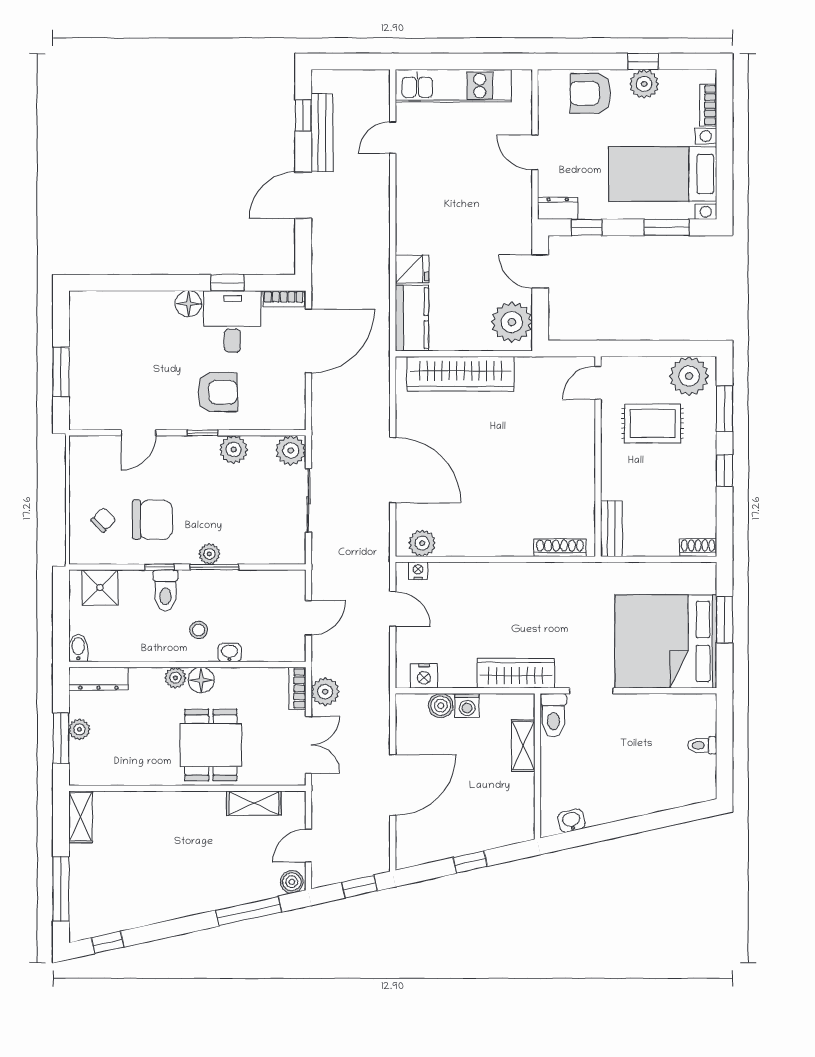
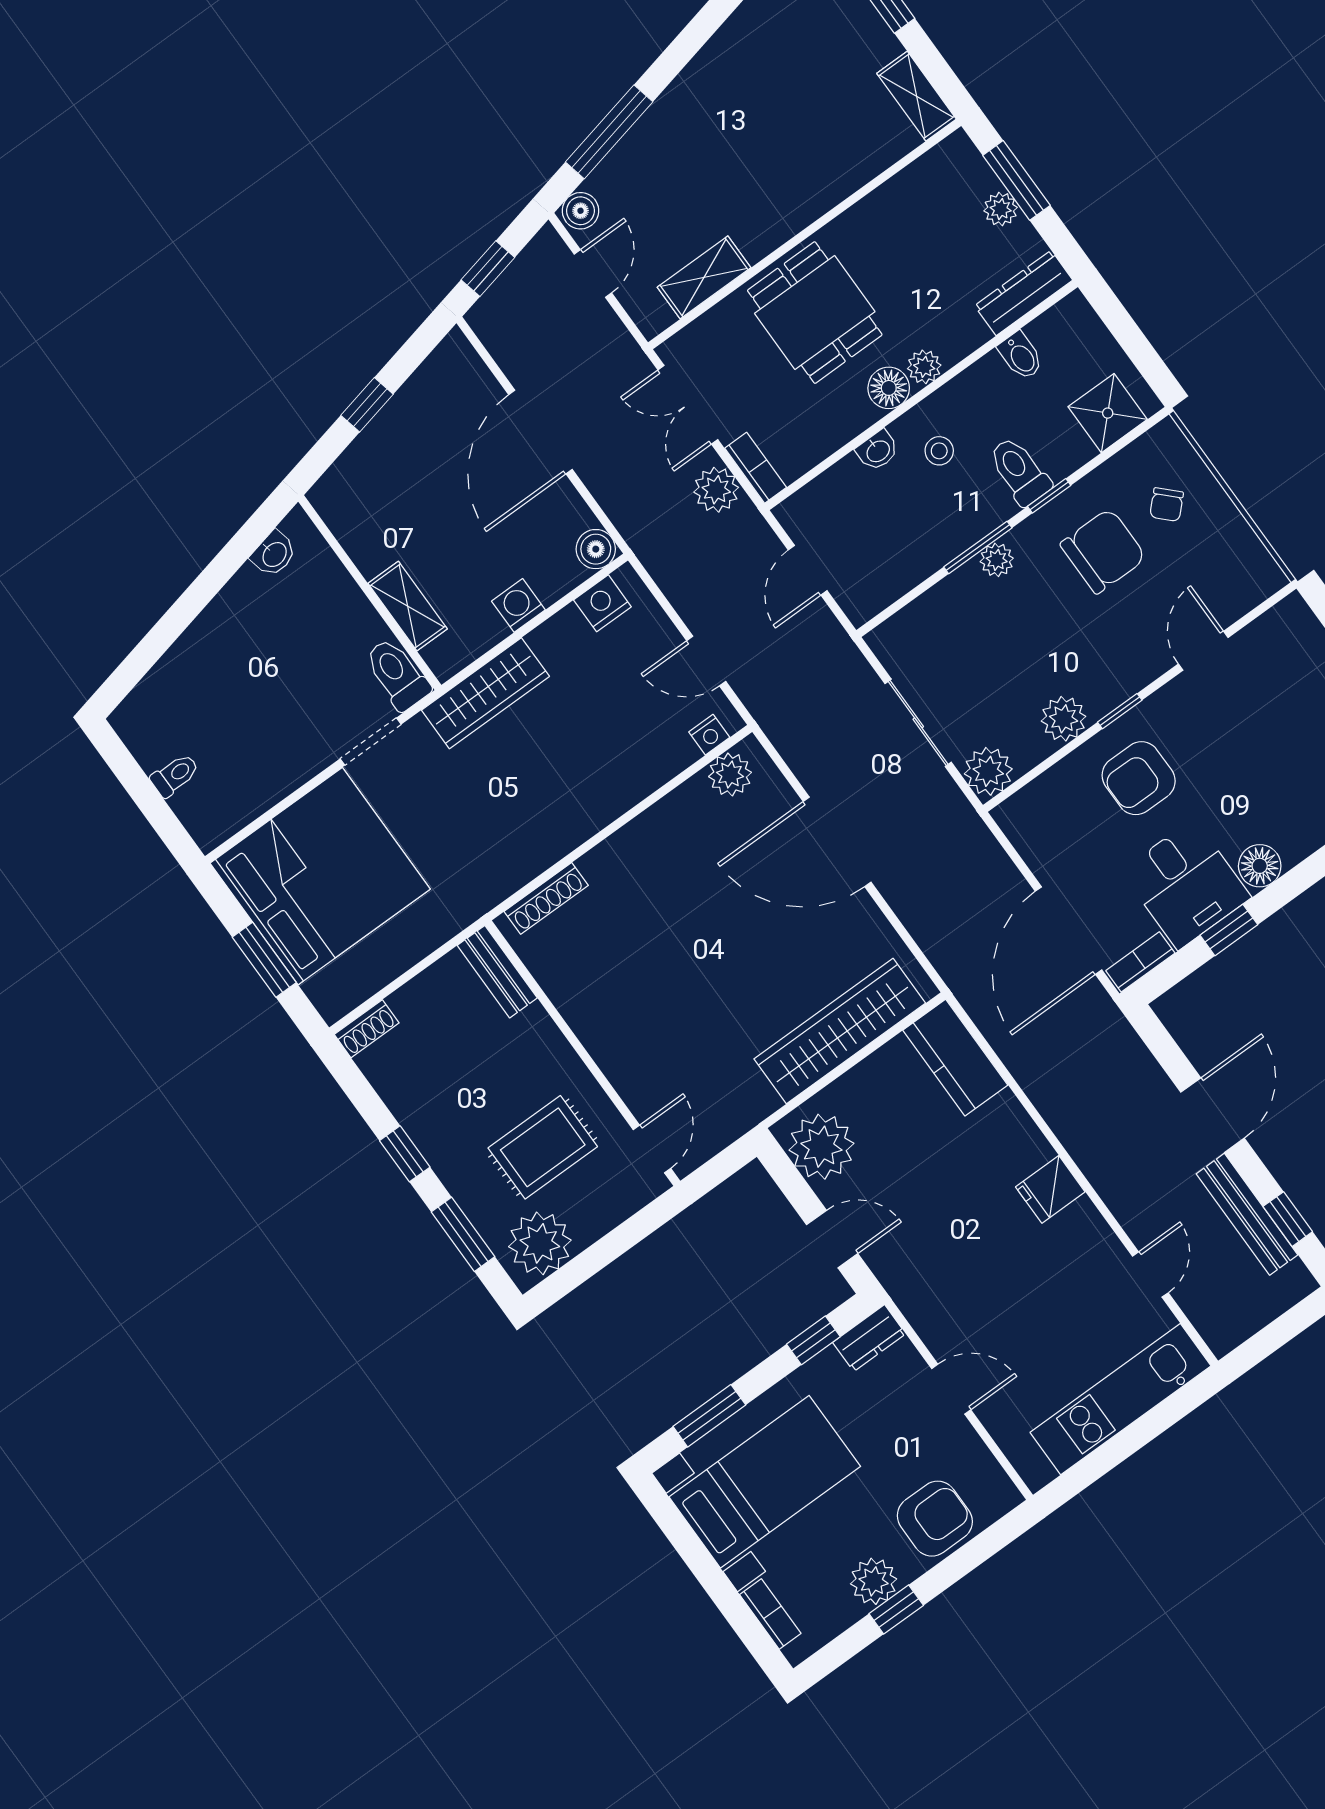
fridge: (412, 269) -> (1050, 1189), moved
chair: (152, 520) -> (1103, 551), turned 180
bidet: (78, 648) -> (1021, 356), moved
boiler: (441, 706) -> (596, 549), moved

